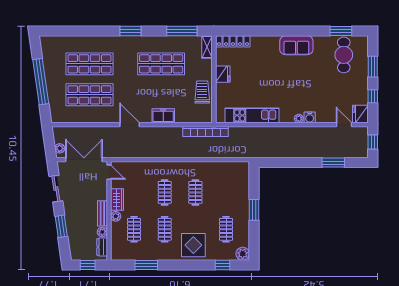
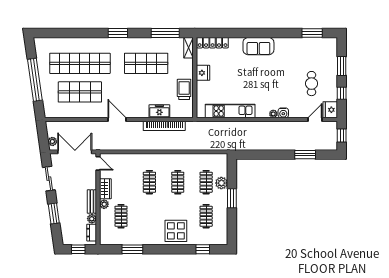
sofa: (296, 45) -> (258, 46), moved
cafe table: (344, 55) -> (312, 84), moved, width x0.73, depth x0.74
shop shelf: (89, 64) -> (80, 63), width x1.40
freezer: (163, 116) -> (159, 111), moved
door: (344, 125) -> (315, 120), hinge flipped
bookcase: (205, 132) -> (164, 126), moved
clothes rail: (165, 229) -> (206, 182), moved
plant: (243, 254) -> (221, 183), moved

